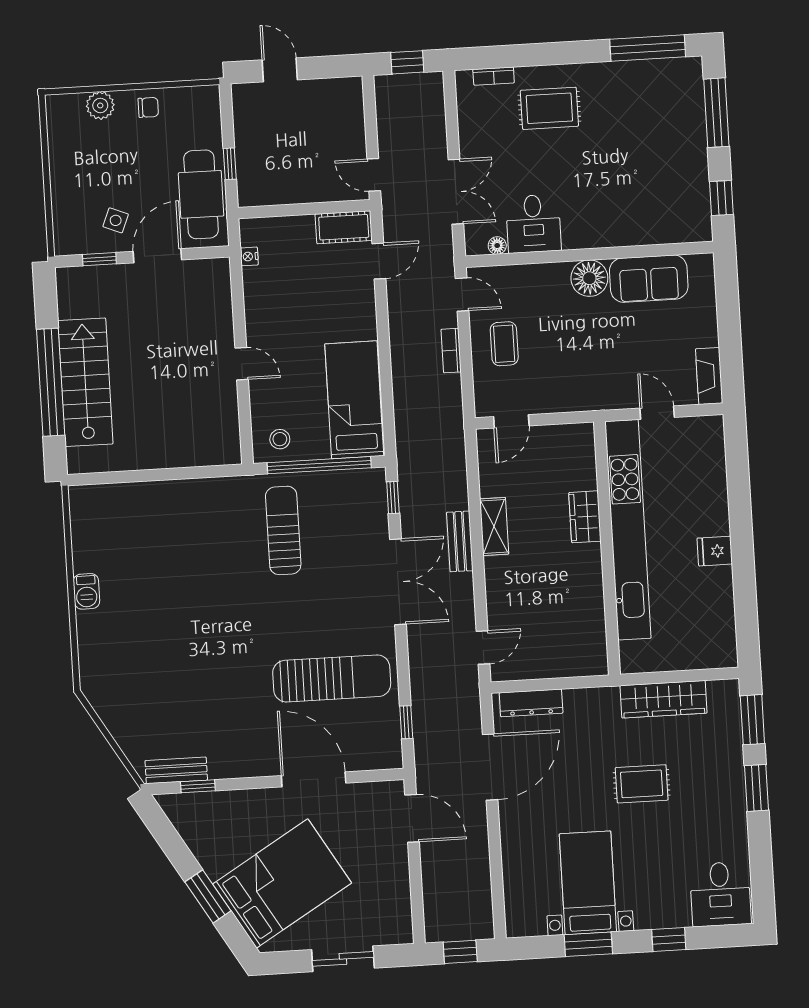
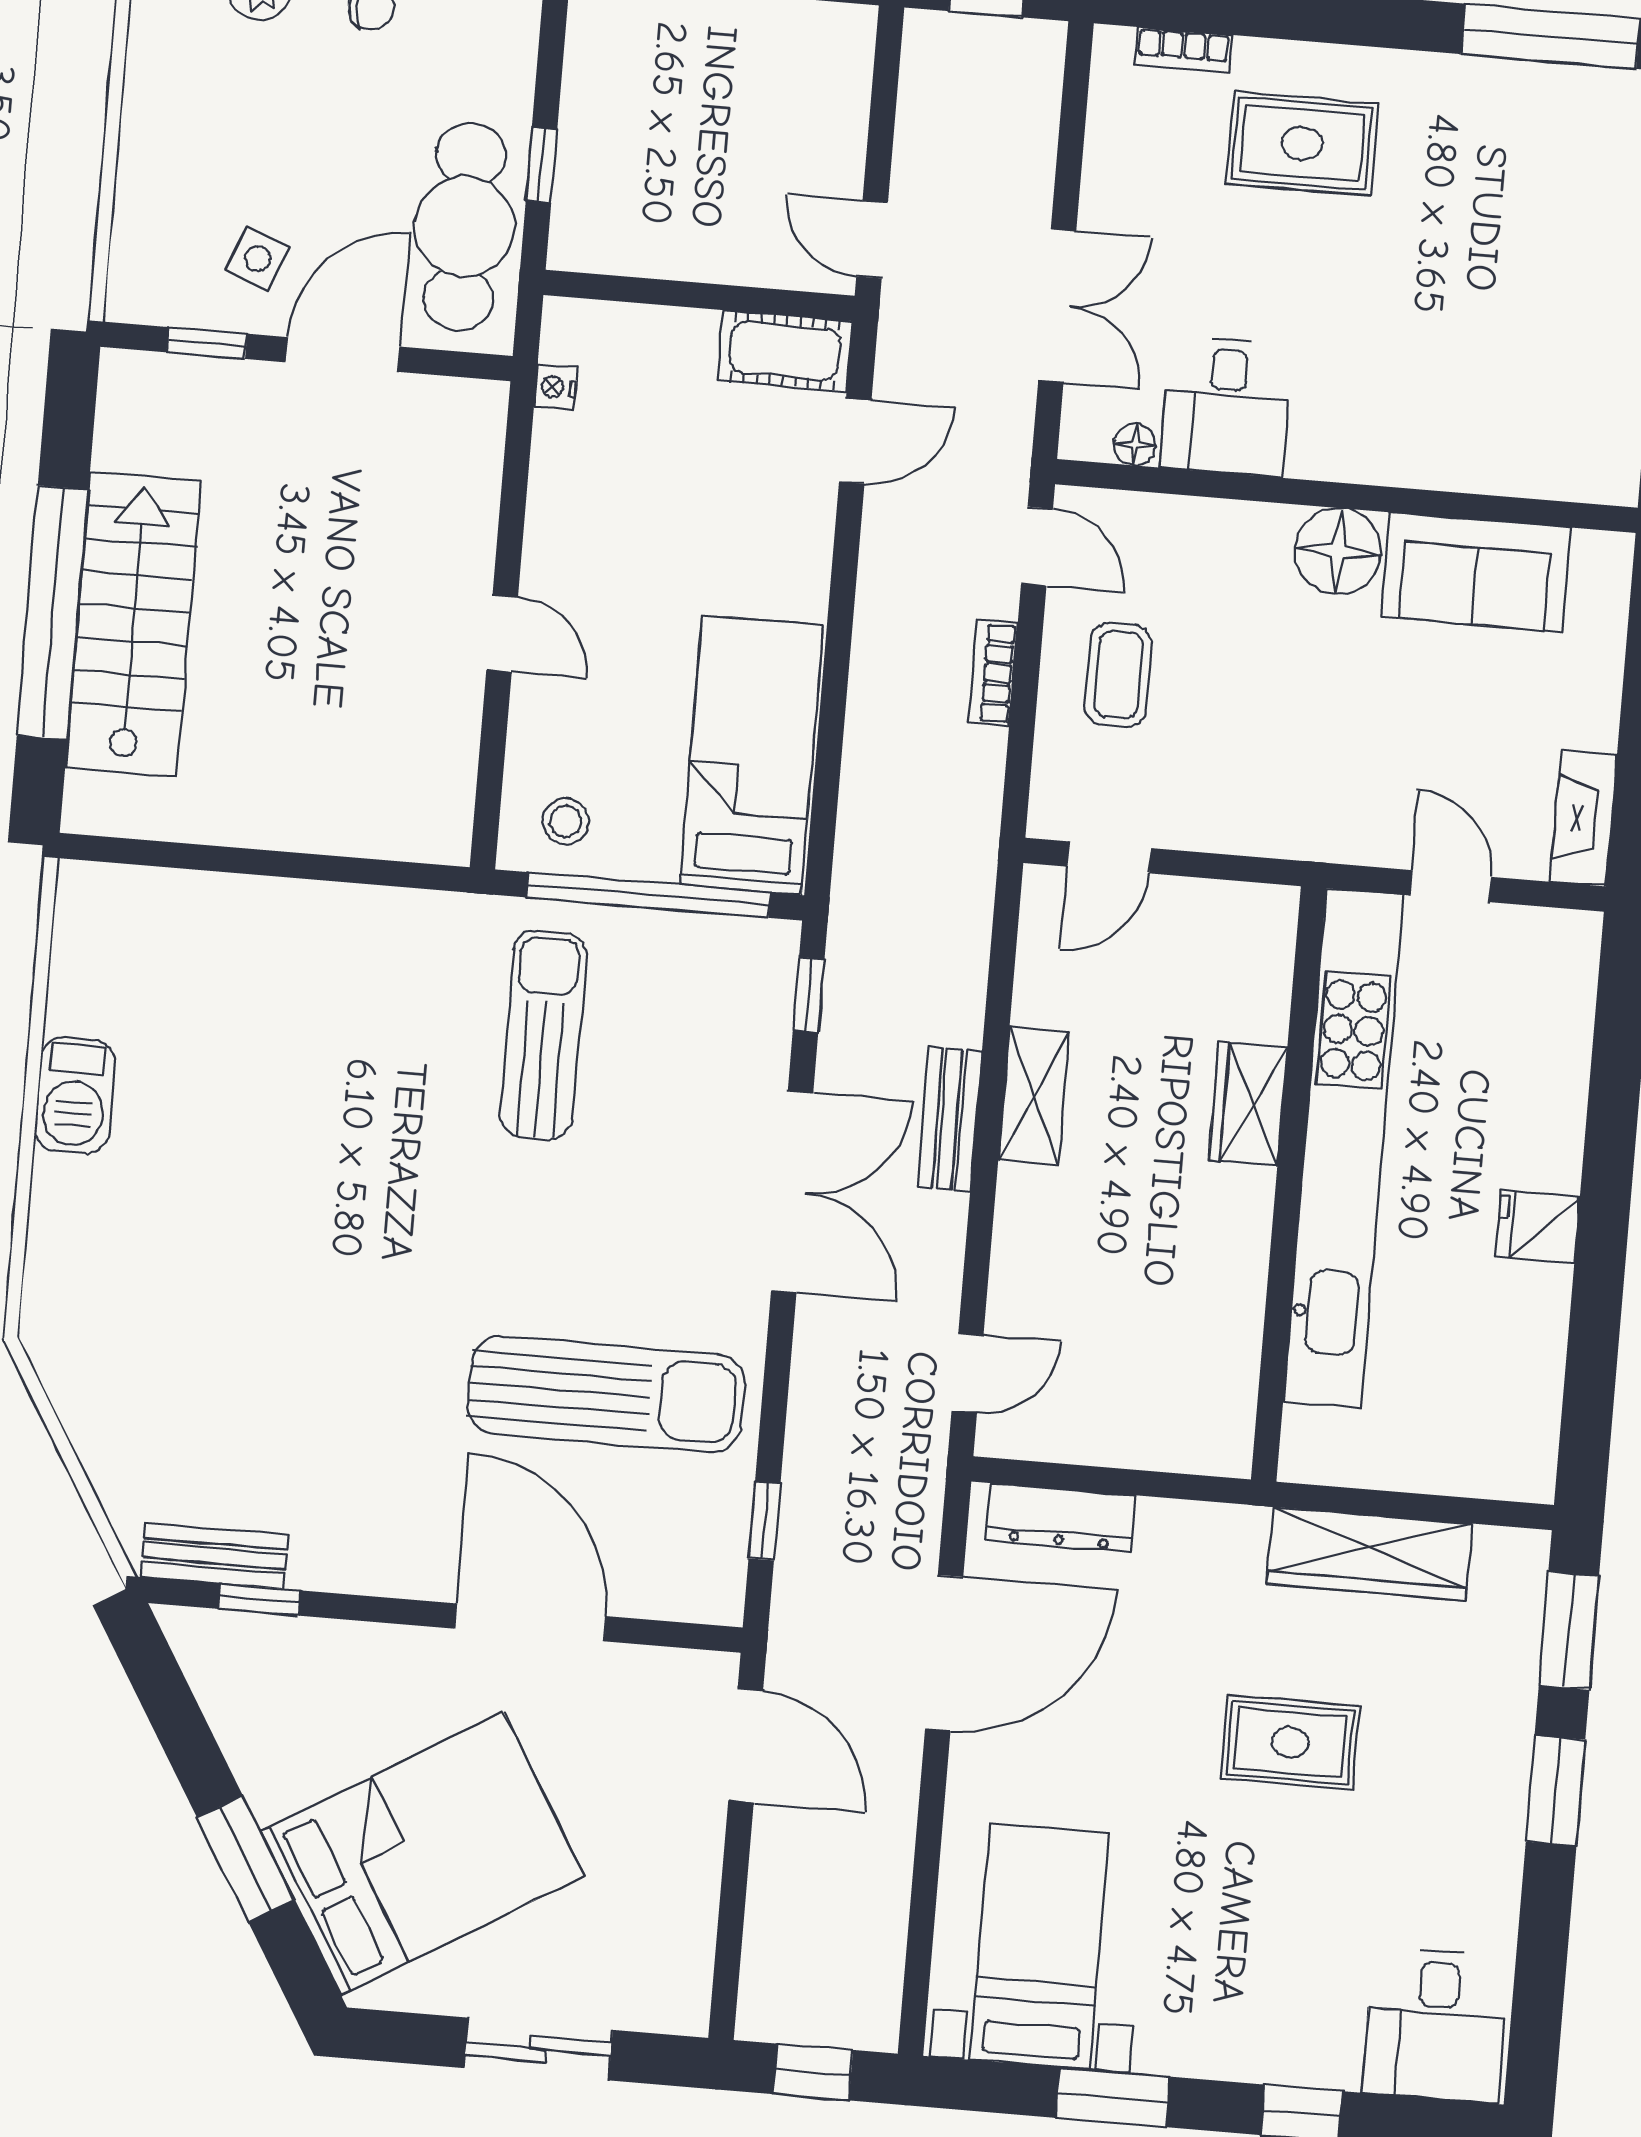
barbecue: (86, 591) -> (75, 1095), width x1.38, depth x1.27
bed with nightstands: (588, 883) -> (1039, 1946), moved

